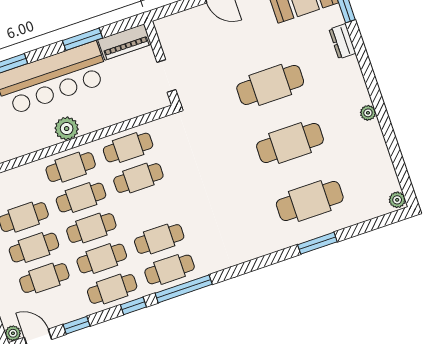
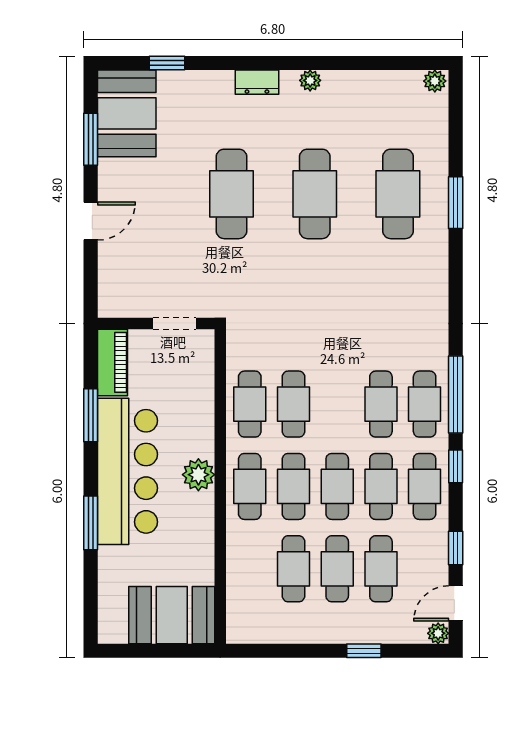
dresser: (342, 41) -> (257, 82), moved

